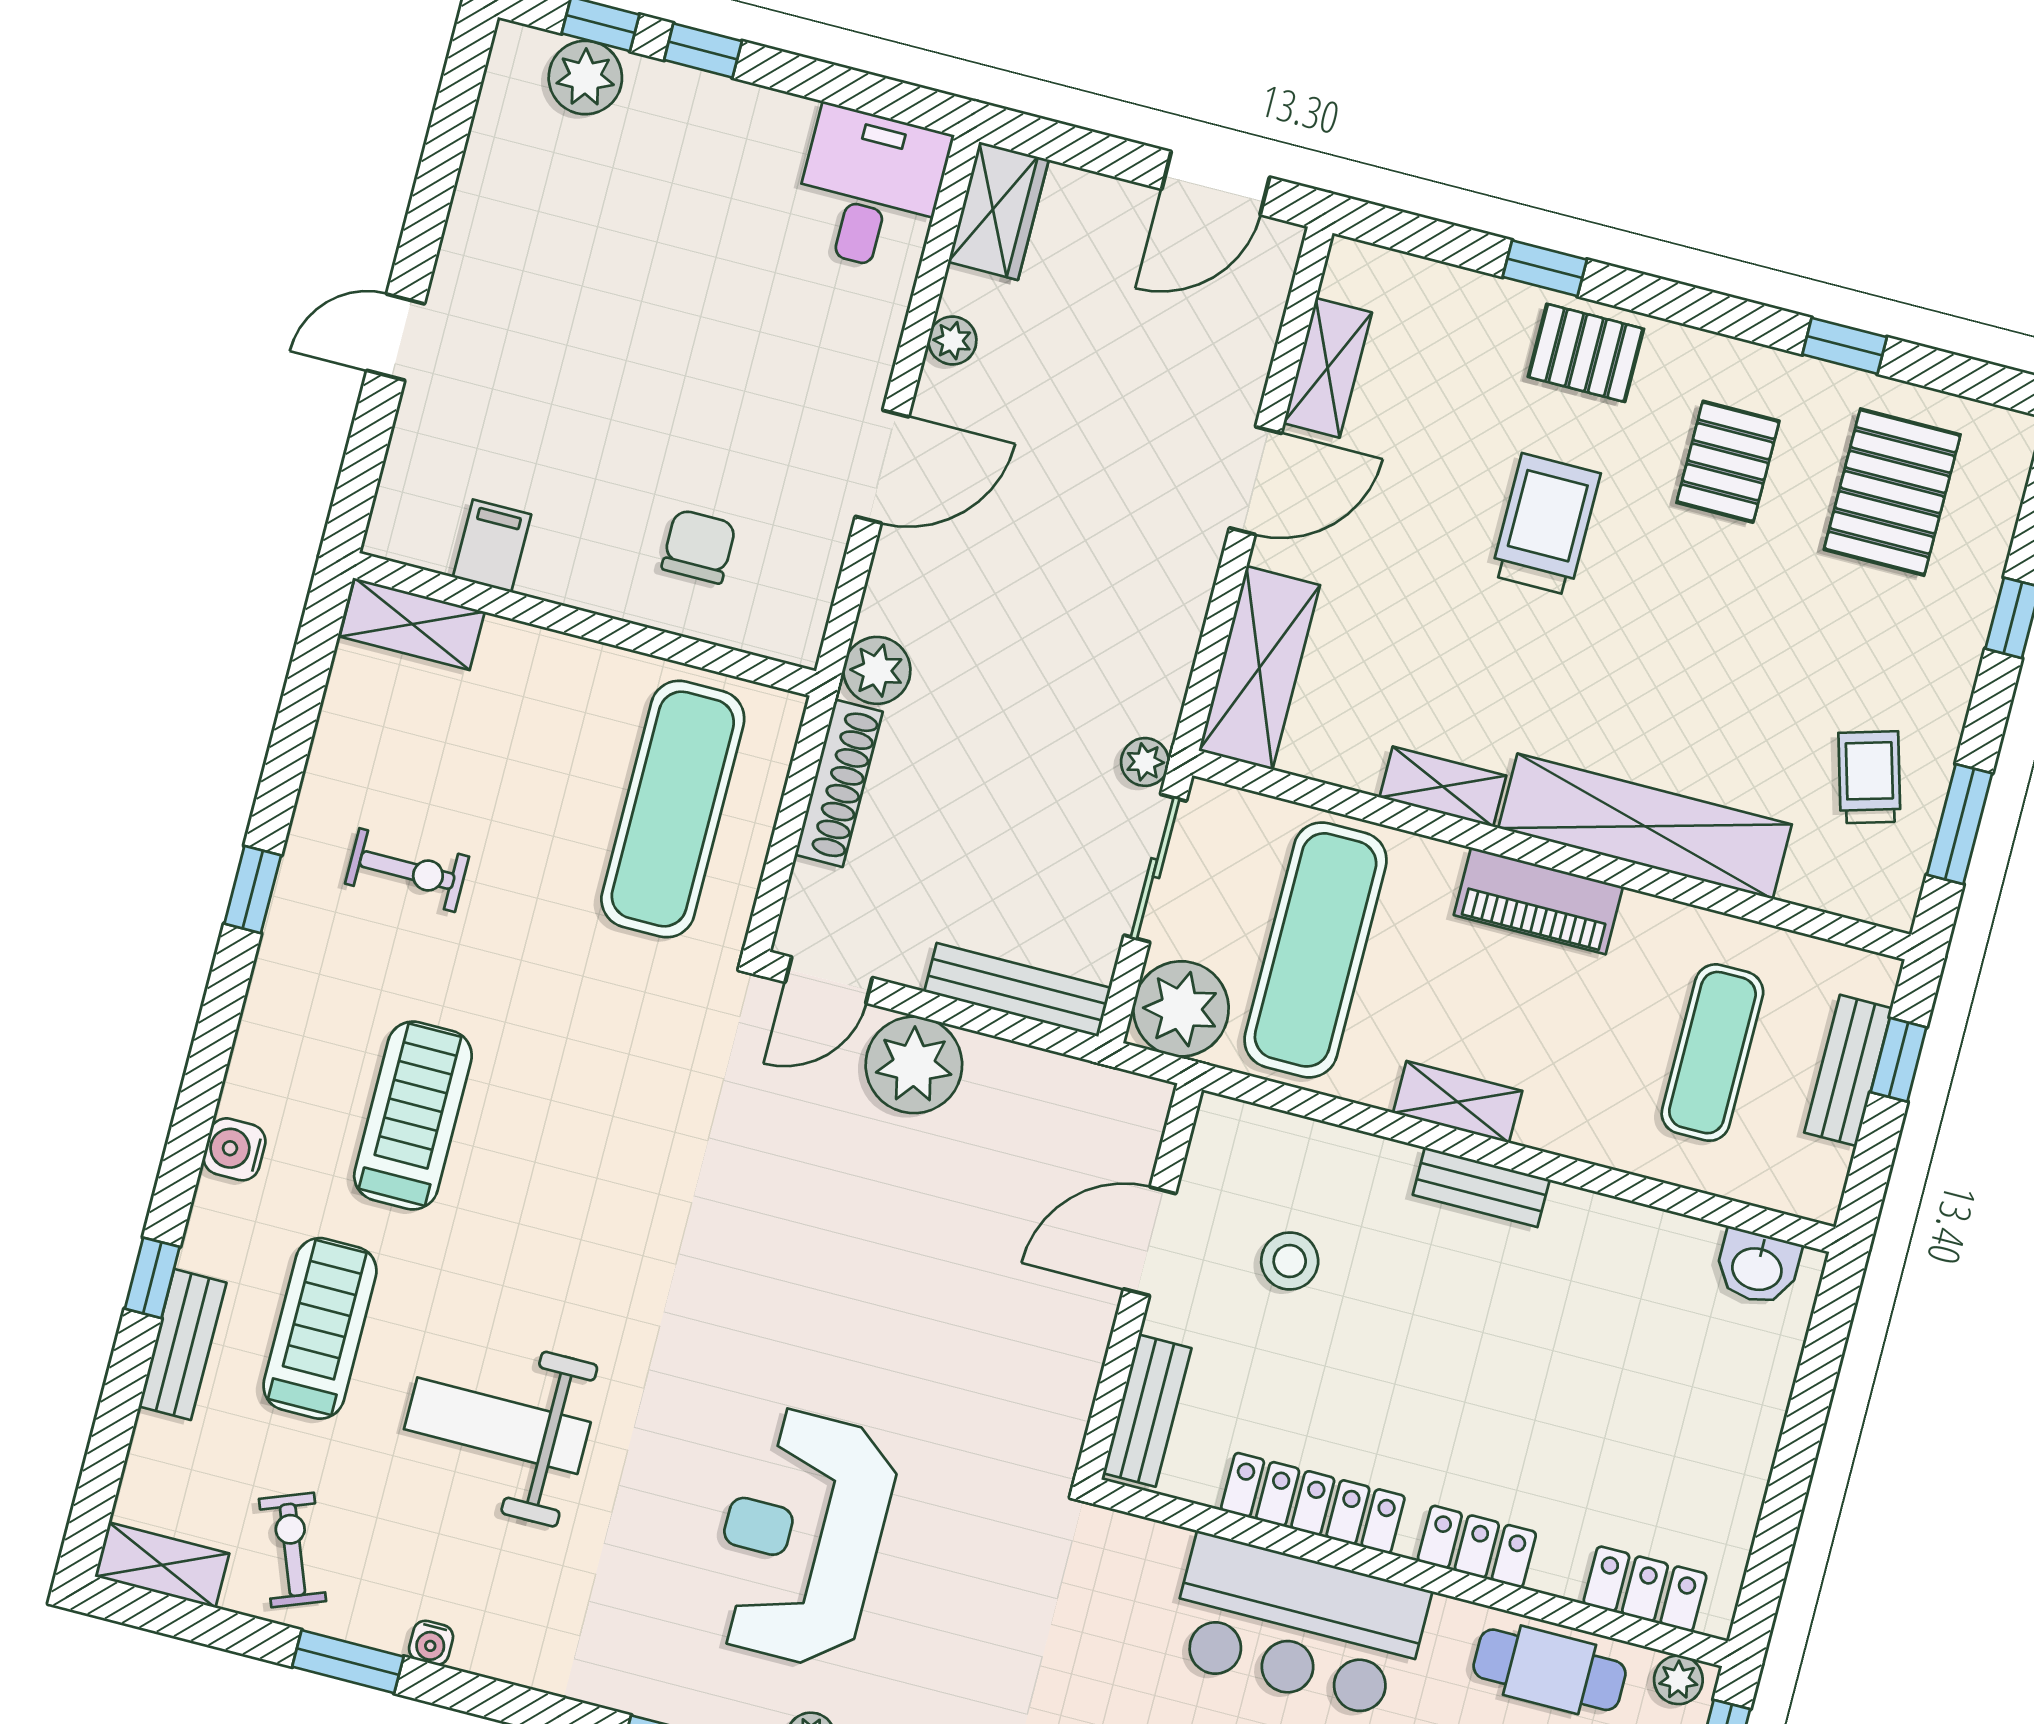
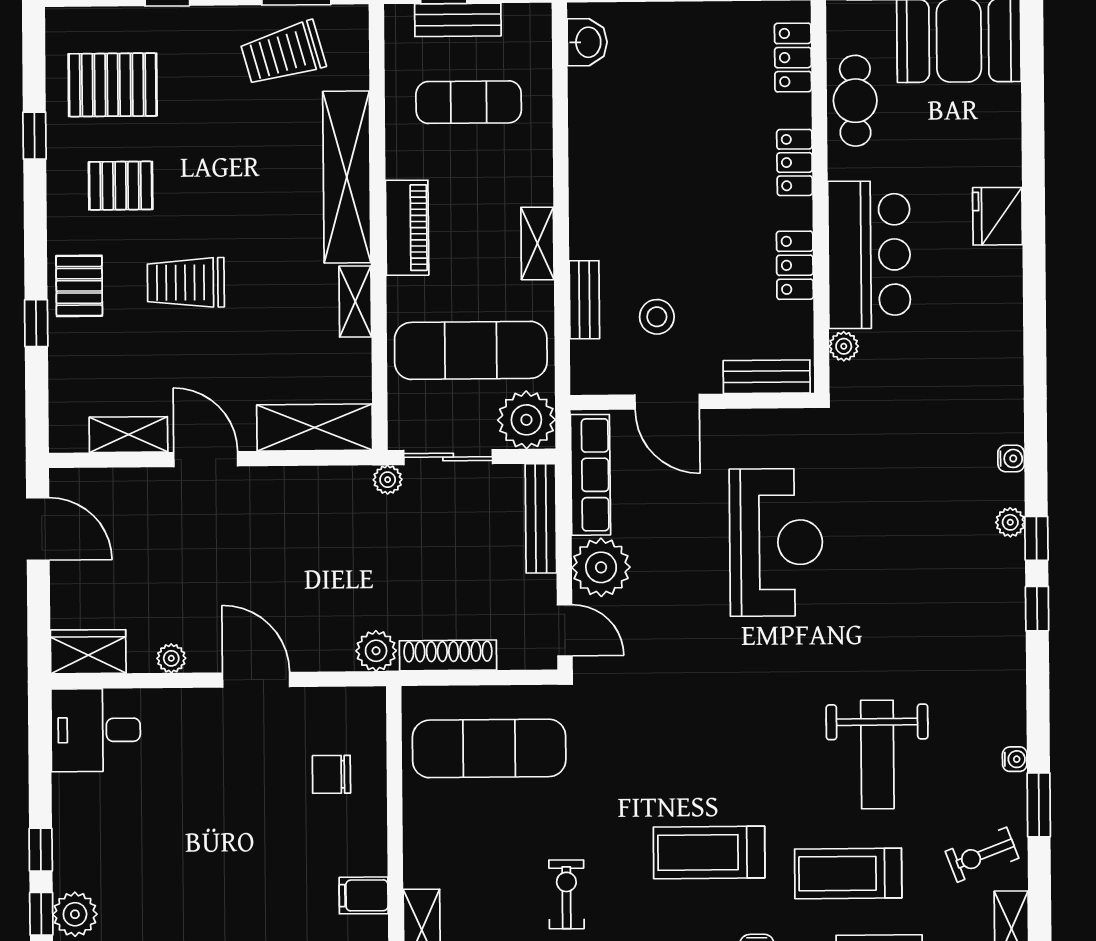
trolley: (1869, 777) -> (283, 53), width x1.36, depth x1.39
row of seats: (1066, 1088) -> (590, 475), added
bench: (1481, 1187) -> (584, 300), moved
locker: (1313, 1503) -> (795, 265), width x0.66
reception desk: (801, 1537) -> (776, 542), moved, turned -90
plant: (1678, 1680) -> (844, 346), moved

